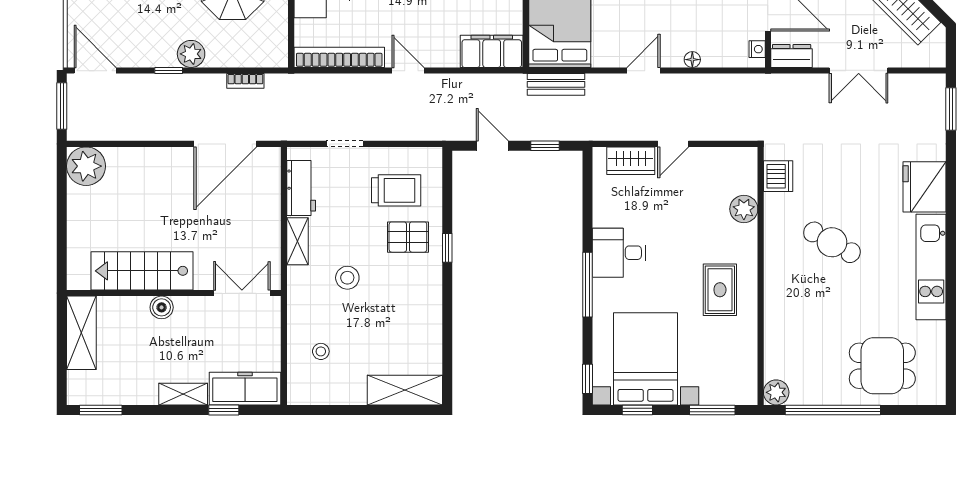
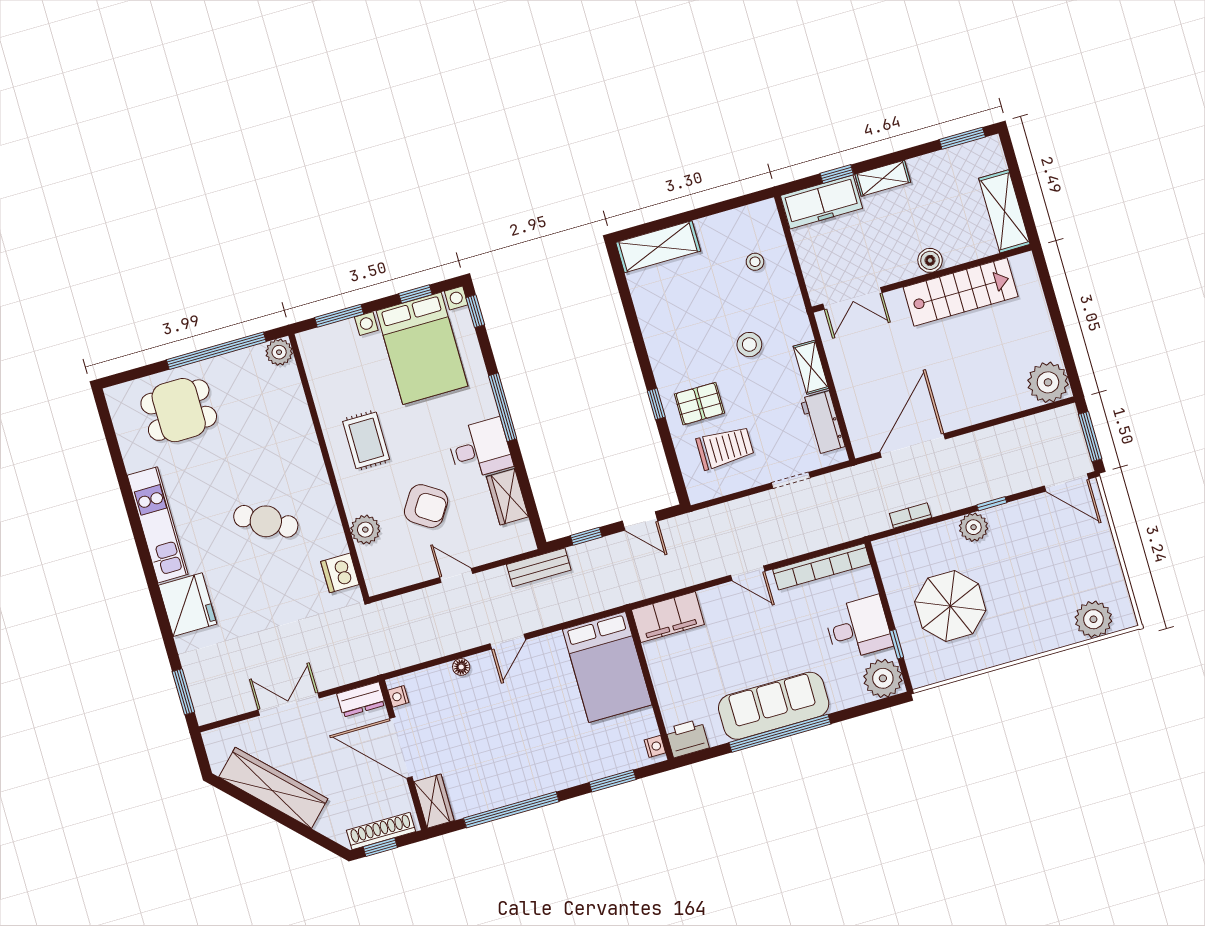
bench: (556, 84) -> (539, 567), moved
door: (673, 144) -> (456, 576), hinge flipped
wardrobe: (631, 161) -> (507, 497), moved, turned -90
trolley: (396, 190) -> (725, 448), turned 180
armchair: (683, 215) -> (426, 506), added

